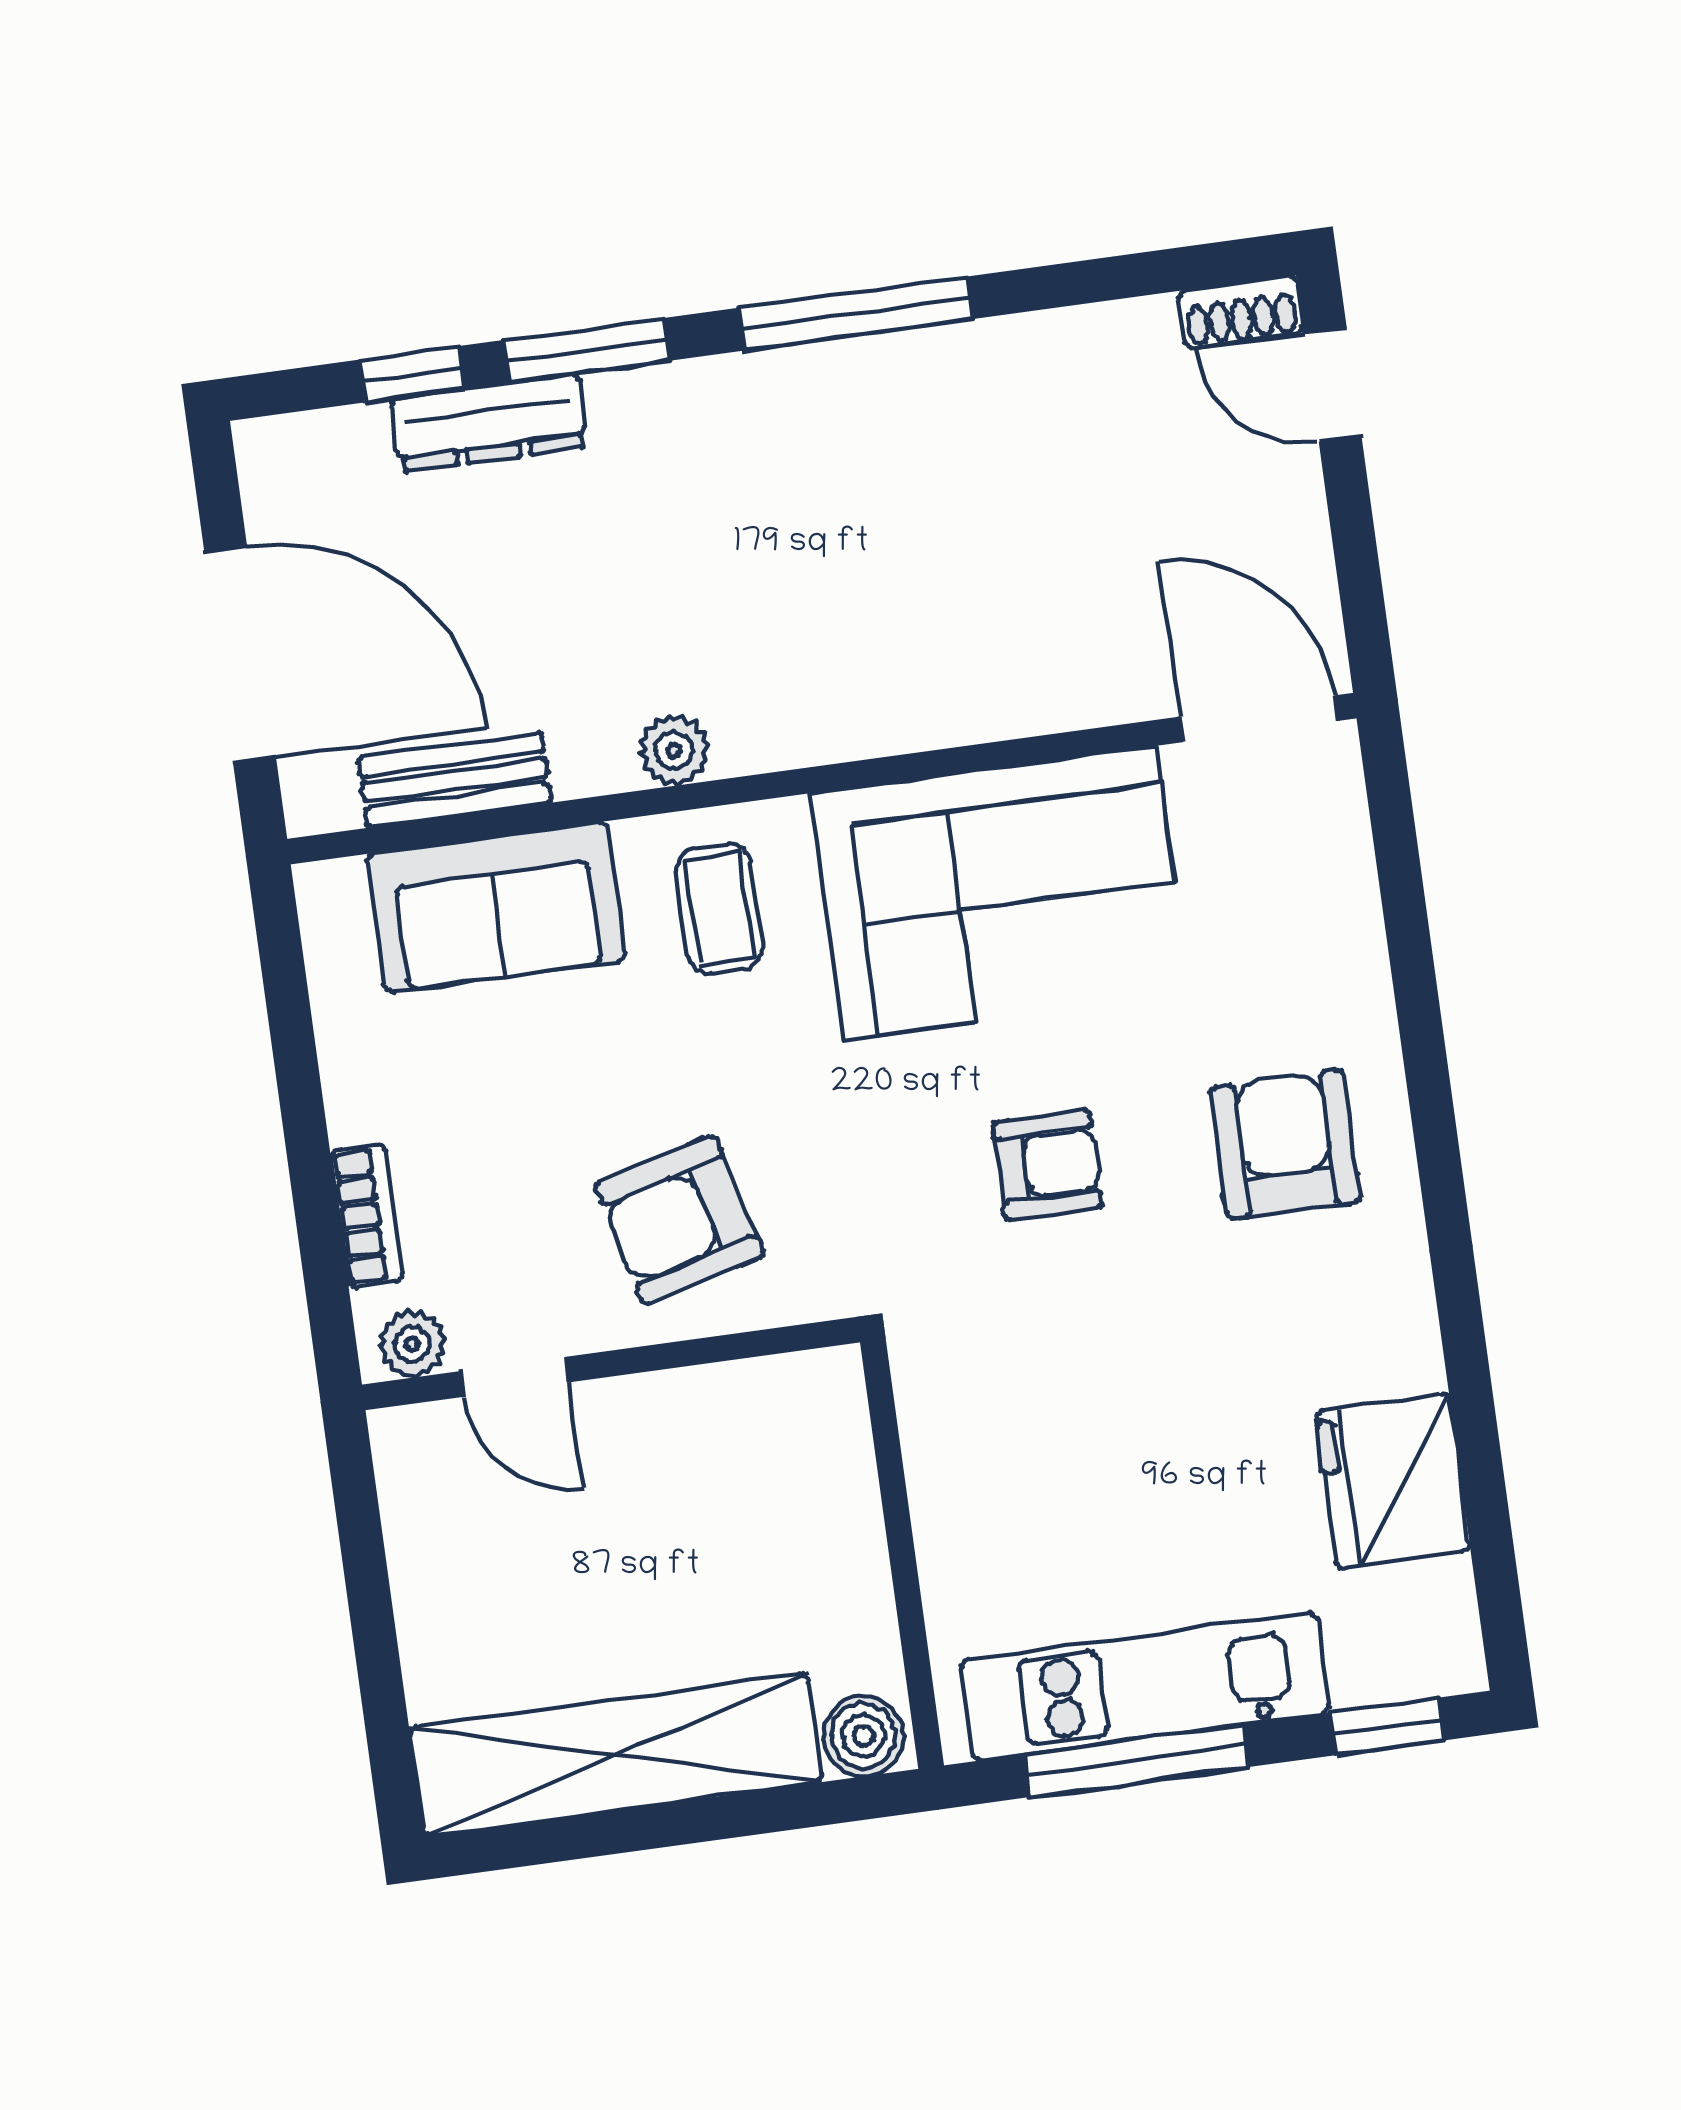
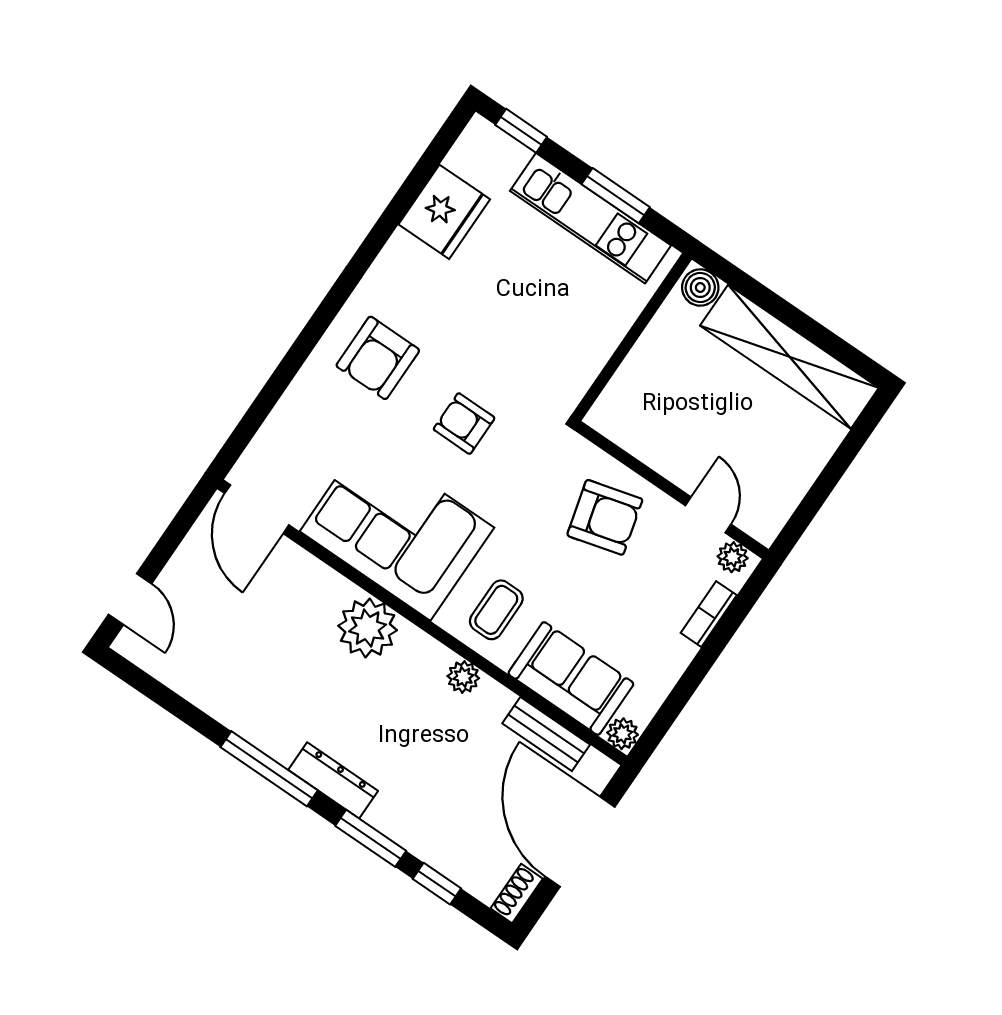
shoe rack: (1241, 312) -> (517, 894), moved, turned -90
dresser: (489, 423) -> (333, 780), moved
plant: (903, 689) -> (368, 628), added
plant: (330, 893) -> (623, 734), added
window: (1137, 1761) -> (616, 196), width x0.69

